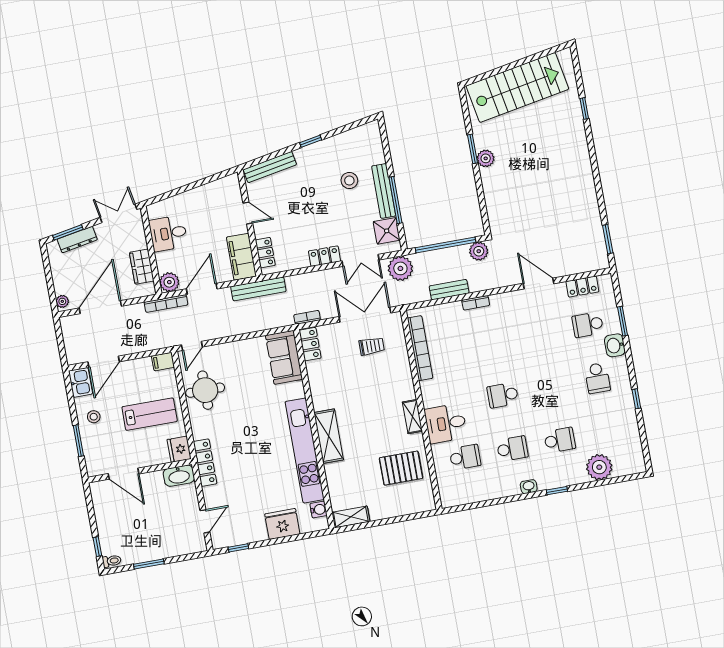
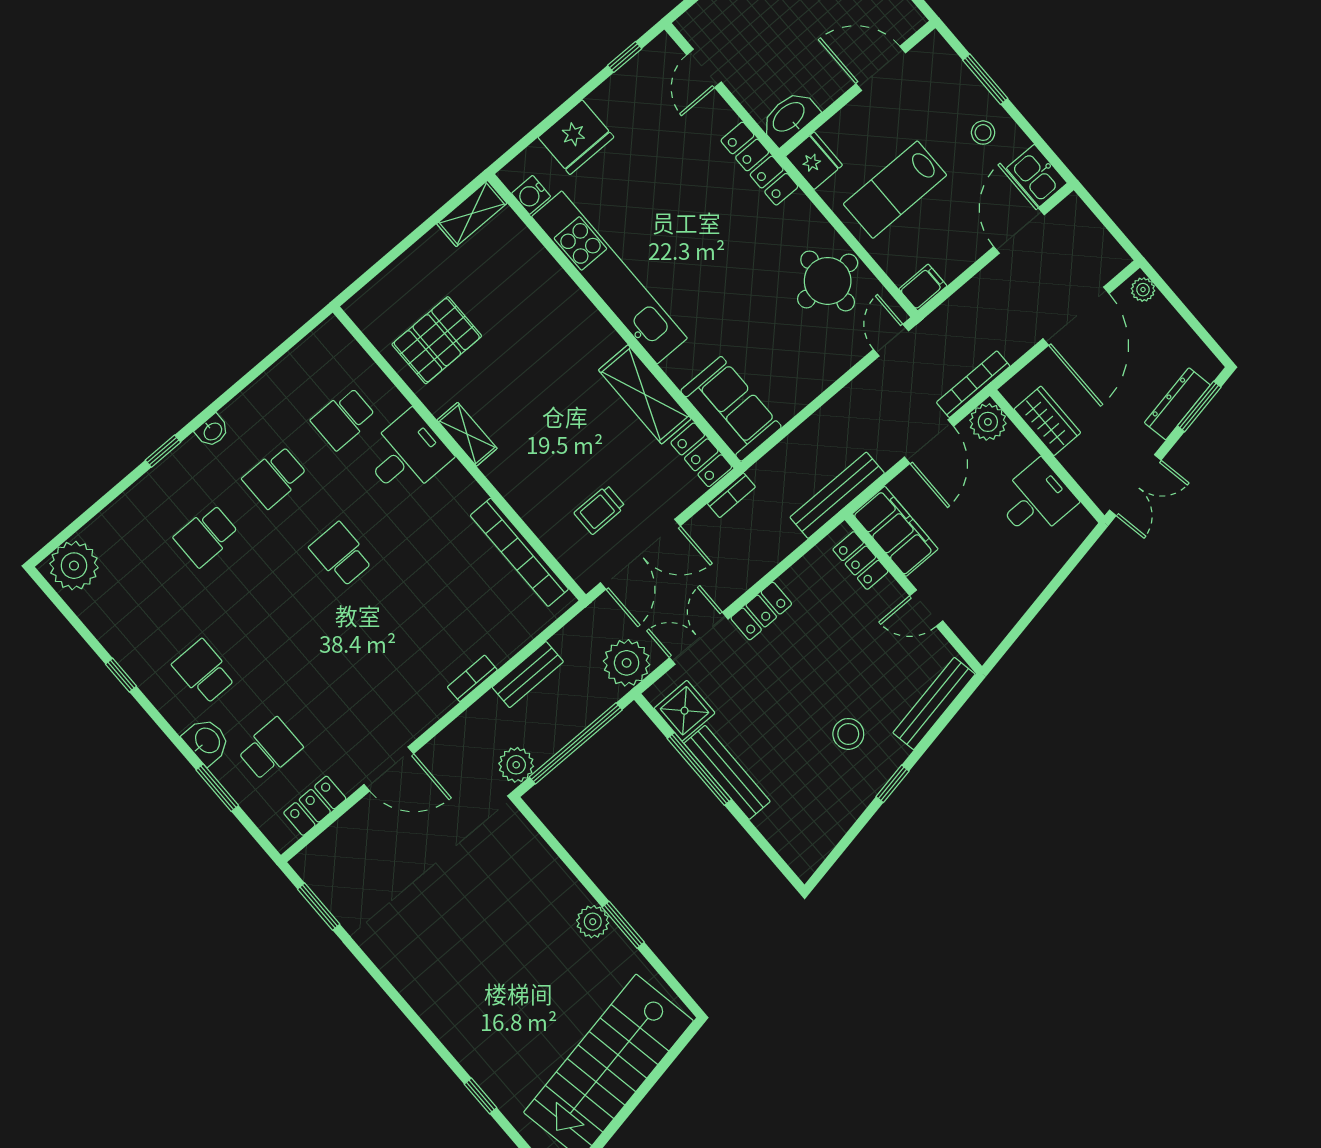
stool: (349, 181) -> (848, 734), moved
school desk: (503, 395) -> (341, 554), turned -90
shelving: (329, 436) -> (645, 394), moved
plant: (599, 467) -> (74, 566), moved

